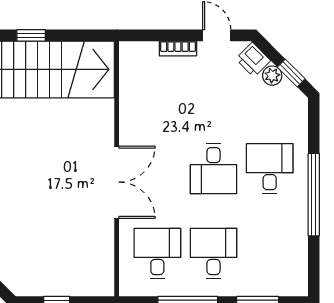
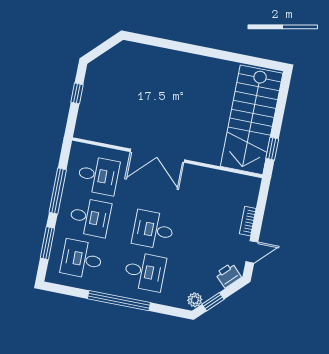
window: (31, 35) -> (272, 149), moved
plant: (272, 76) -> (195, 300), moved
desk: (270, 253) -> (82, 259), added

